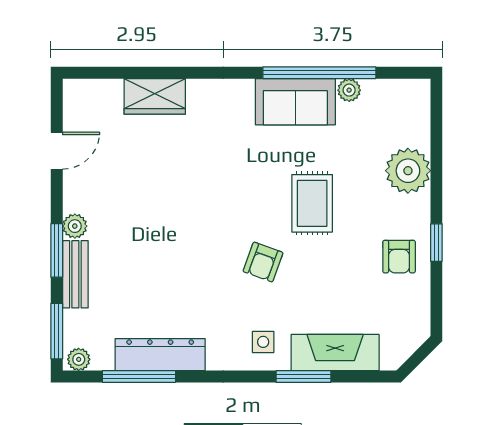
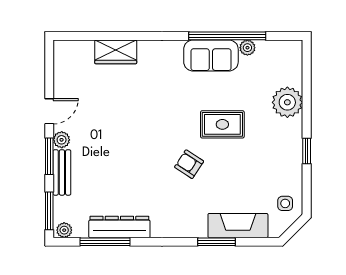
door: (57, 151) -> (49, 111), moved
rug: (312, 203) -> (222, 124), turned 90
armchair: (399, 257) -> (281, 160), removed
armchair: (263, 262) -> (189, 164), turned 103
side table: (263, 342) -> (285, 203), moved

